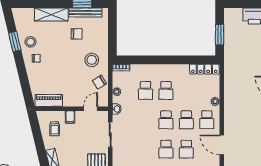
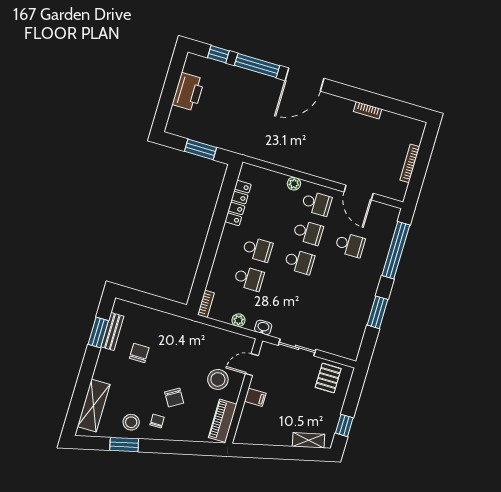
bench: (85, 12) -> (112, 331), width x0.73
shelving: (51, 15) -> (94, 406), moved
stool: (92, 60) -> (218, 379), moved
locker: (204, 69) -> (238, 203), moved
chair: (99, 82) -> (174, 397), moved
door: (91, 109) -> (252, 365), hinge flipped
trolley: (55, 129) -> (265, 424), removed
door: (222, 145) -> (359, 193), hinge flipped
school desk: (166, 149) -> (341, 274), removed

